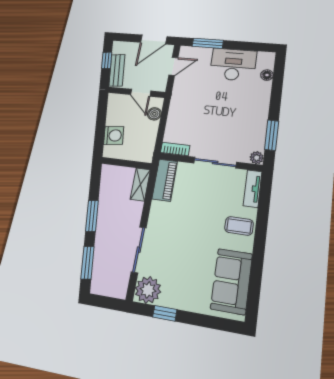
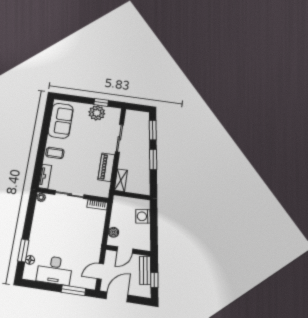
door: (141, 93) -> (125, 250), swing flipped
window: (272, 135) -> (23, 251), moved
piano: (165, 180) -> (106, 167), moved
plant: (148, 290) -> (97, 113), moved

